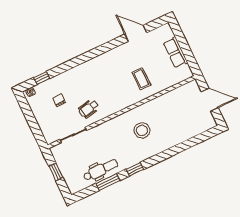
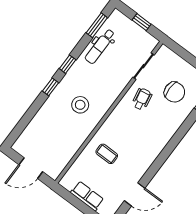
chair: (59, 100) -> (174, 92), width x1.87, depth x1.87
window: (159, 158) -> (50, 87), added
window: (108, 182) -> (97, 25), moved

